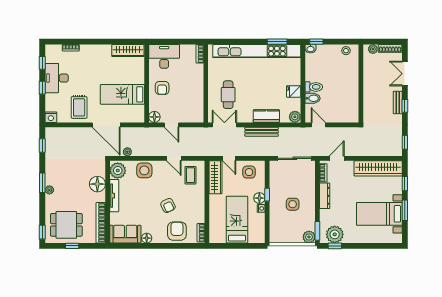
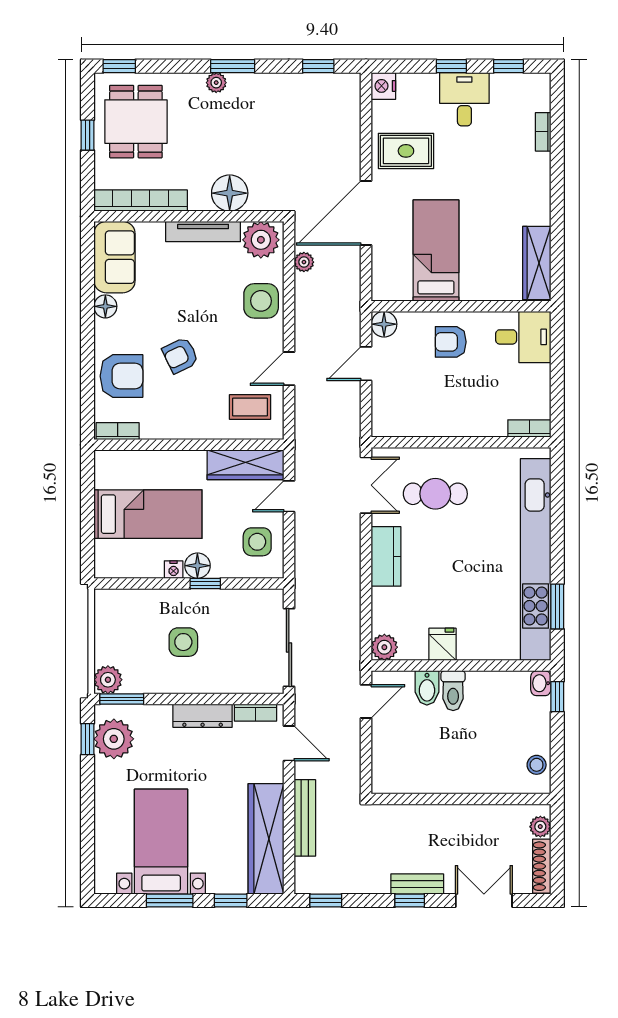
desk: (164, 56) -> (523, 337), width x0.73
desk: (57, 78) -> (464, 99), width x0.73
kitchen counter: (266, 116) -> (386, 556), moved
bench: (262, 132) -> (305, 818), moved

